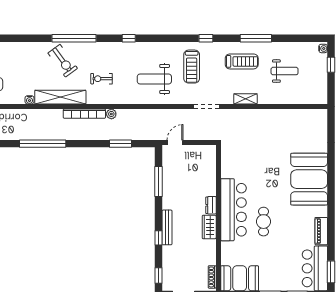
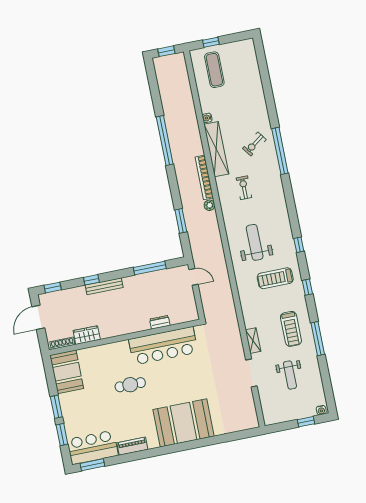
window: (129, 38) -> (299, 245), moved
exercise bike: (63, 61) -> (254, 144), width x0.73, depth x0.72
doorway: (207, 107) -> (251, 373), moved
dresser: (211, 205) -> (160, 322), moved
bar counter: (234, 210) -> (163, 346), moved
wardrobe: (209, 227) -> (87, 335), moved

